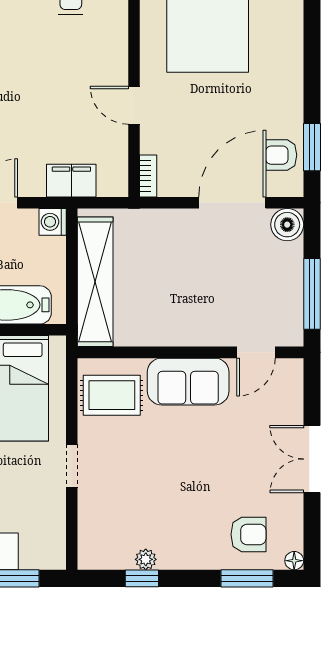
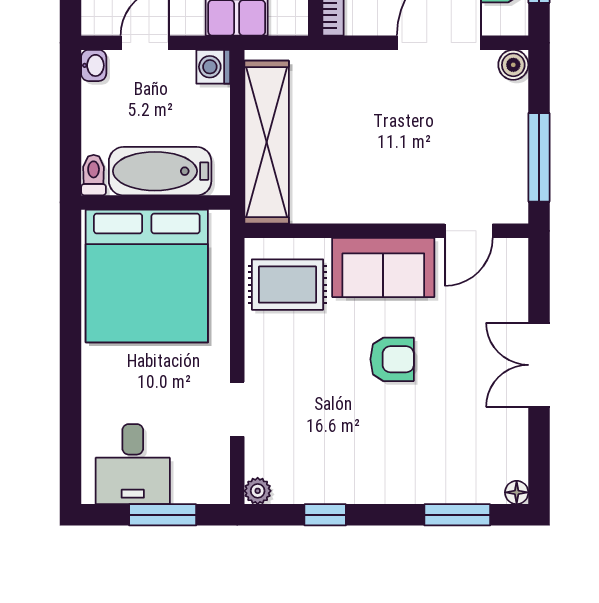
boiler: (287, 225) -> (513, 65), width x0.73, depth x0.73
doorway: (72, 466) -> (237, 409), moved
armchair: (248, 534) -> (392, 359), moved
plant: (146, 559) -> (258, 491), moved

